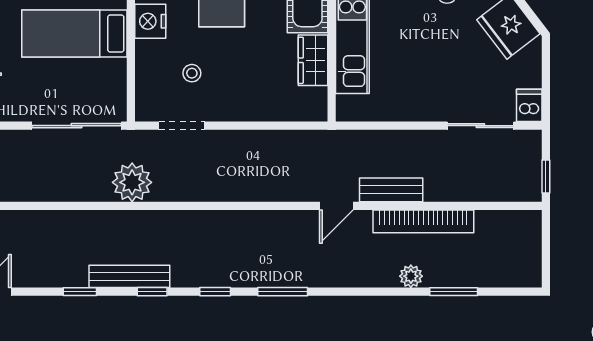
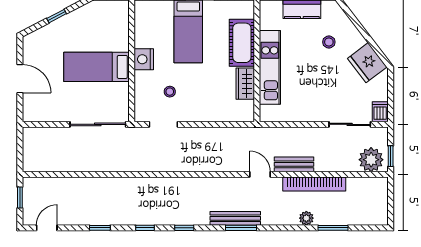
plant: (132, 182) -> (371, 160), moved
door: (336, 206) -> (260, 174), swing flipped
bench: (129, 276) -> (235, 218), moved
window: (283, 292) -> (241, 228), moved

